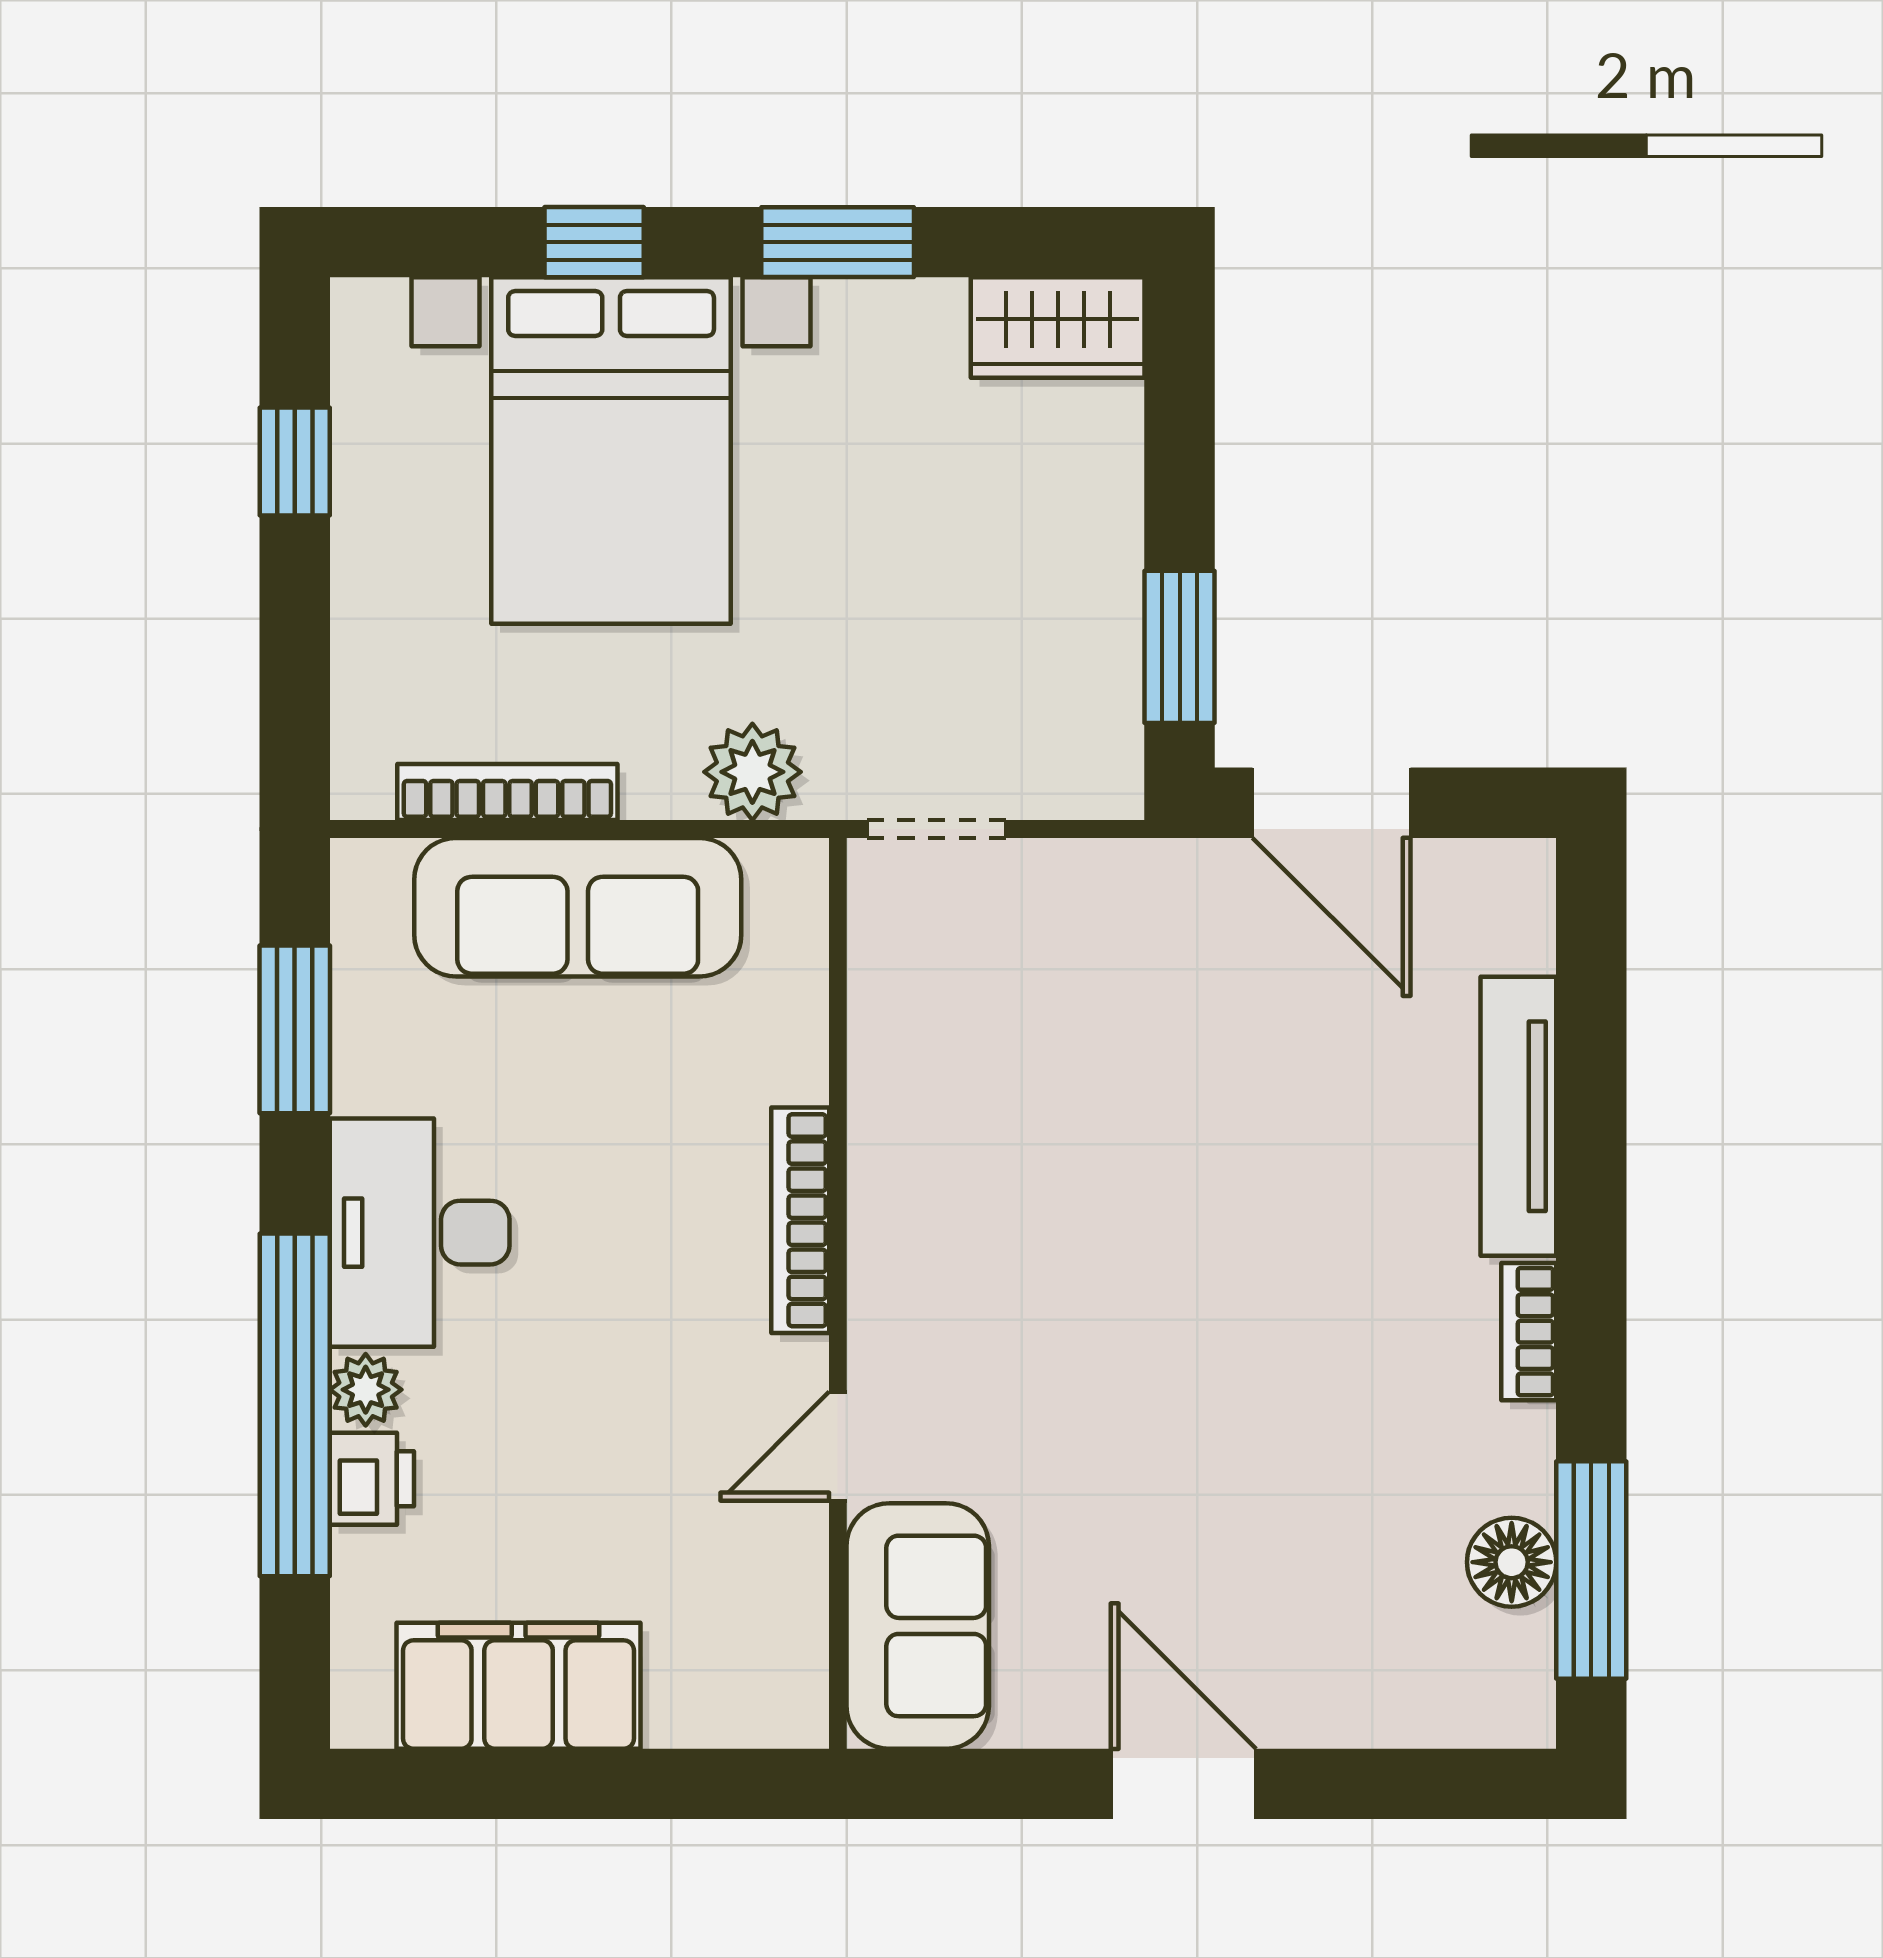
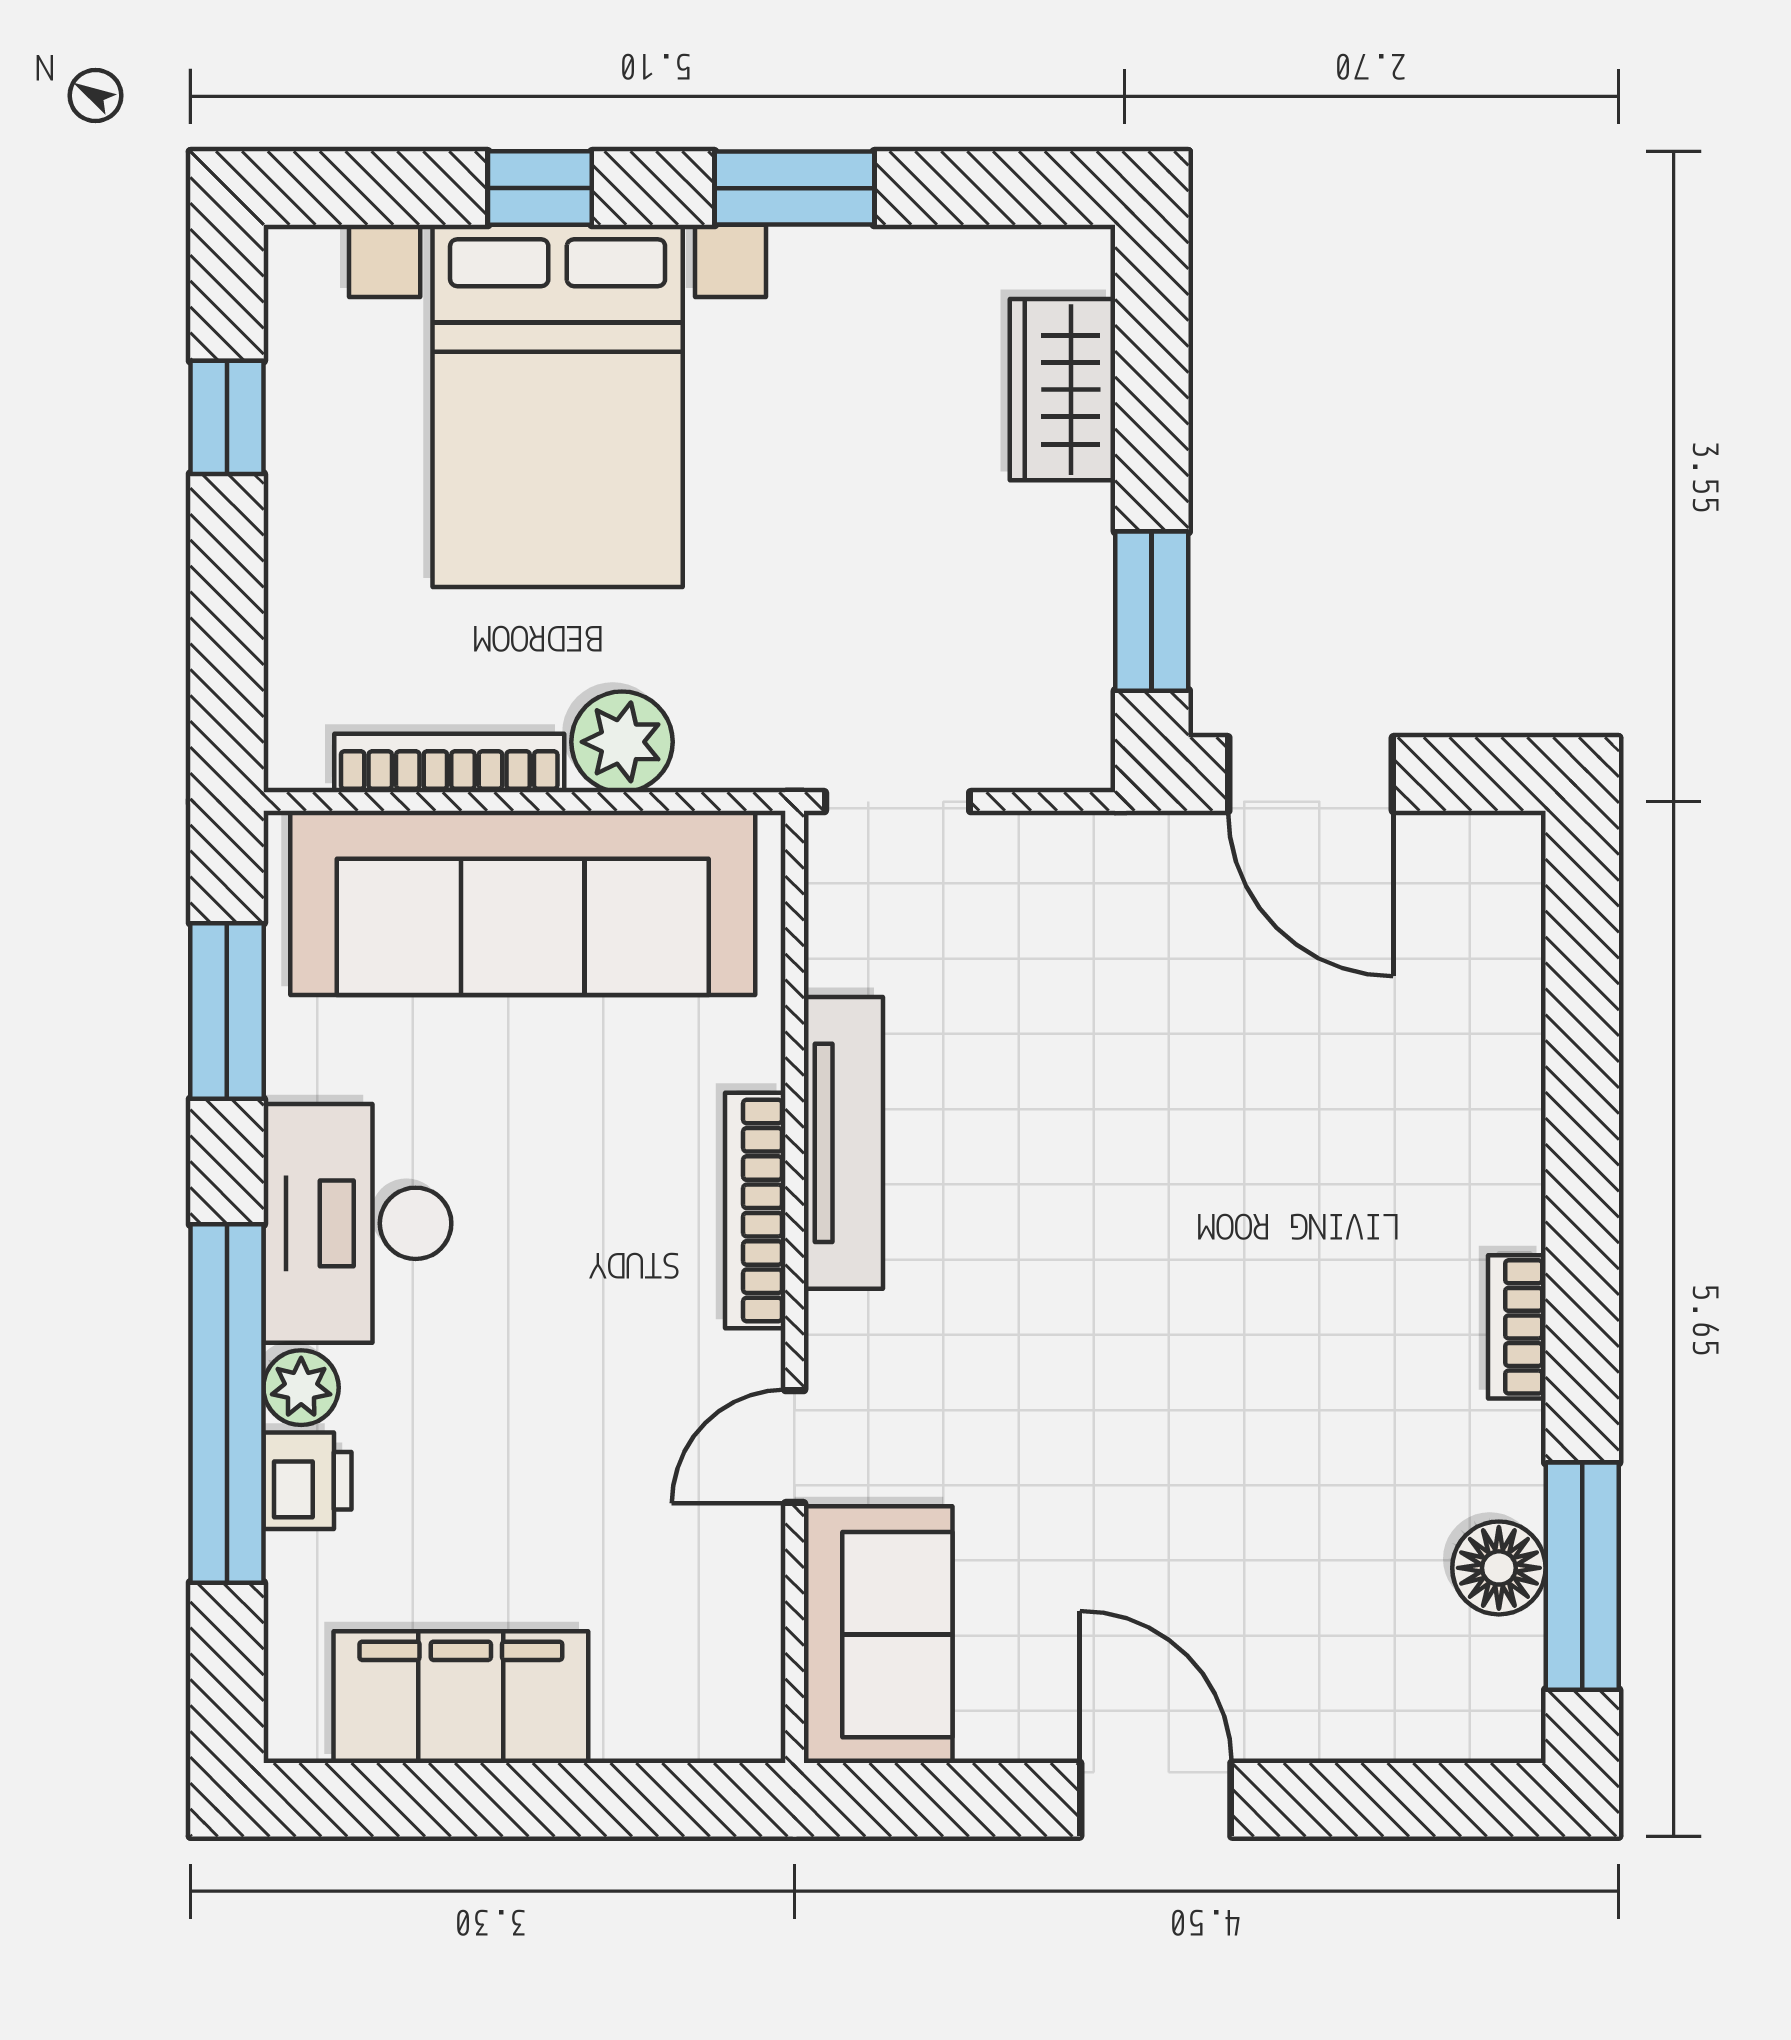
wardrobe: (1058, 327) -> (1062, 390), moved, turned 90
plant: (752, 772) -> (622, 742), moved
sofa: (578, 907) -> (523, 903), width x1.36, depth x1.27
tv unit: (1518, 1116) -> (843, 1143), moved, turned 180

